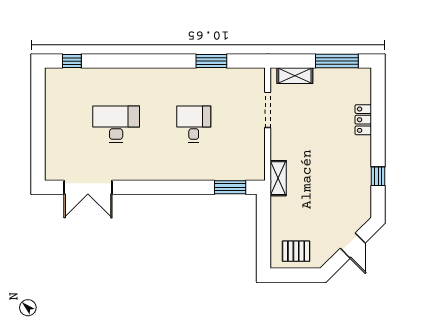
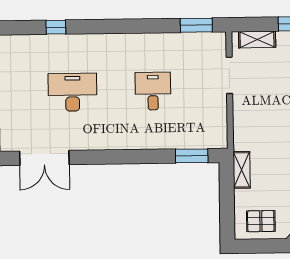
window: (72, 61) -> (56, 27), moved
window: (211, 61) -> (196, 25), moved
shelving: (278, 178) -> (242, 170), moved

